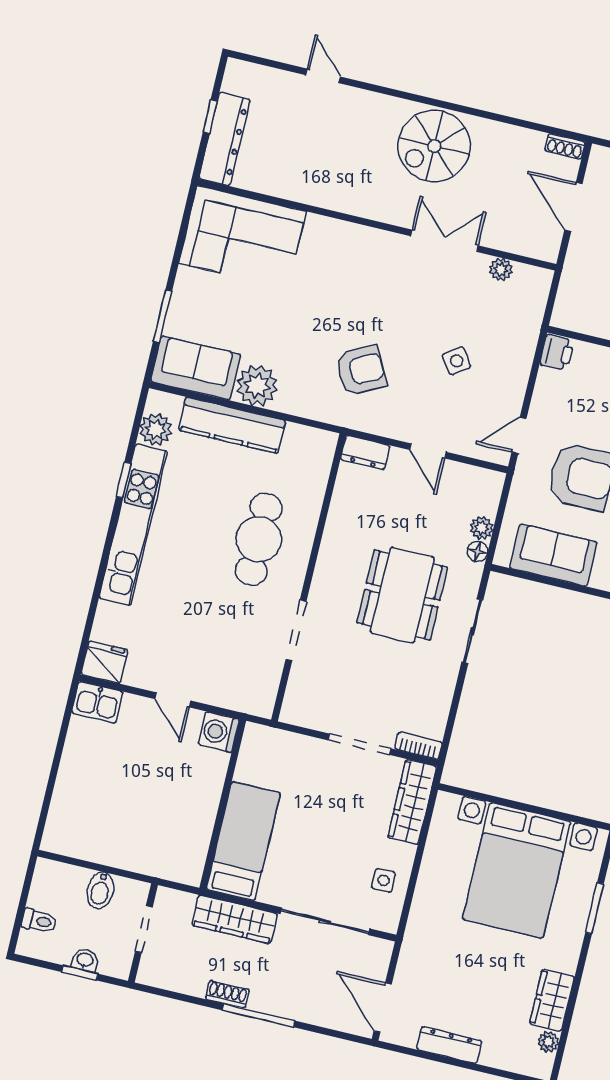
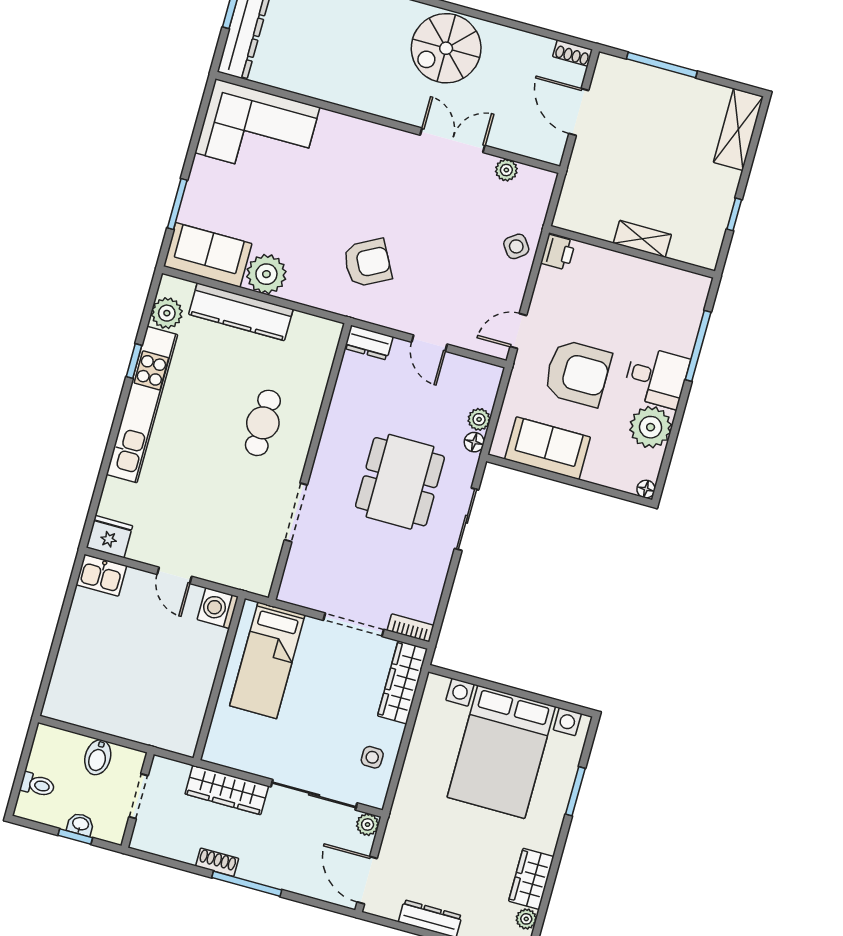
side table: (457, 361) -> (516, 246), moved
cafe table: (259, 539) -> (263, 423), width x0.73, depth x0.74
bed: (243, 841) -> (267, 660), moved, turned 180
plant: (381, 950) -> (368, 824), added

